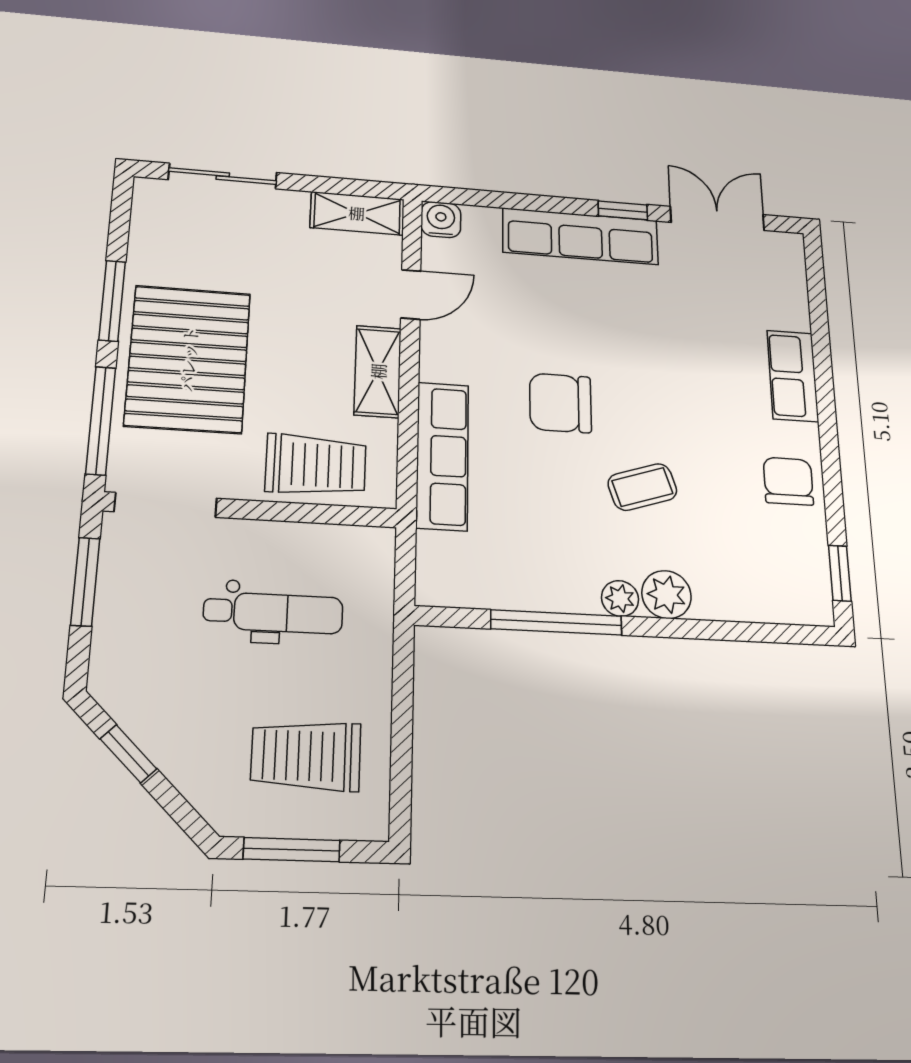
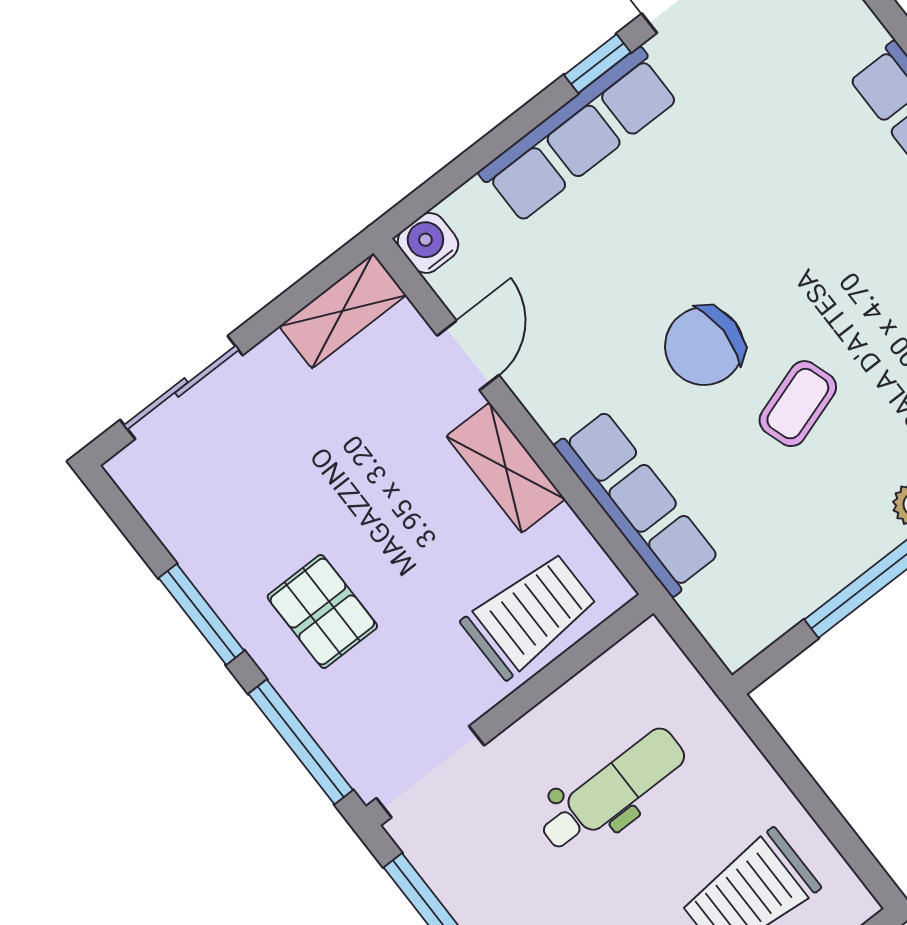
pallet: (188, 359) -> (322, 612), width x0.49, depth x0.50
coffee table: (642, 487) -> (798, 404), moved

